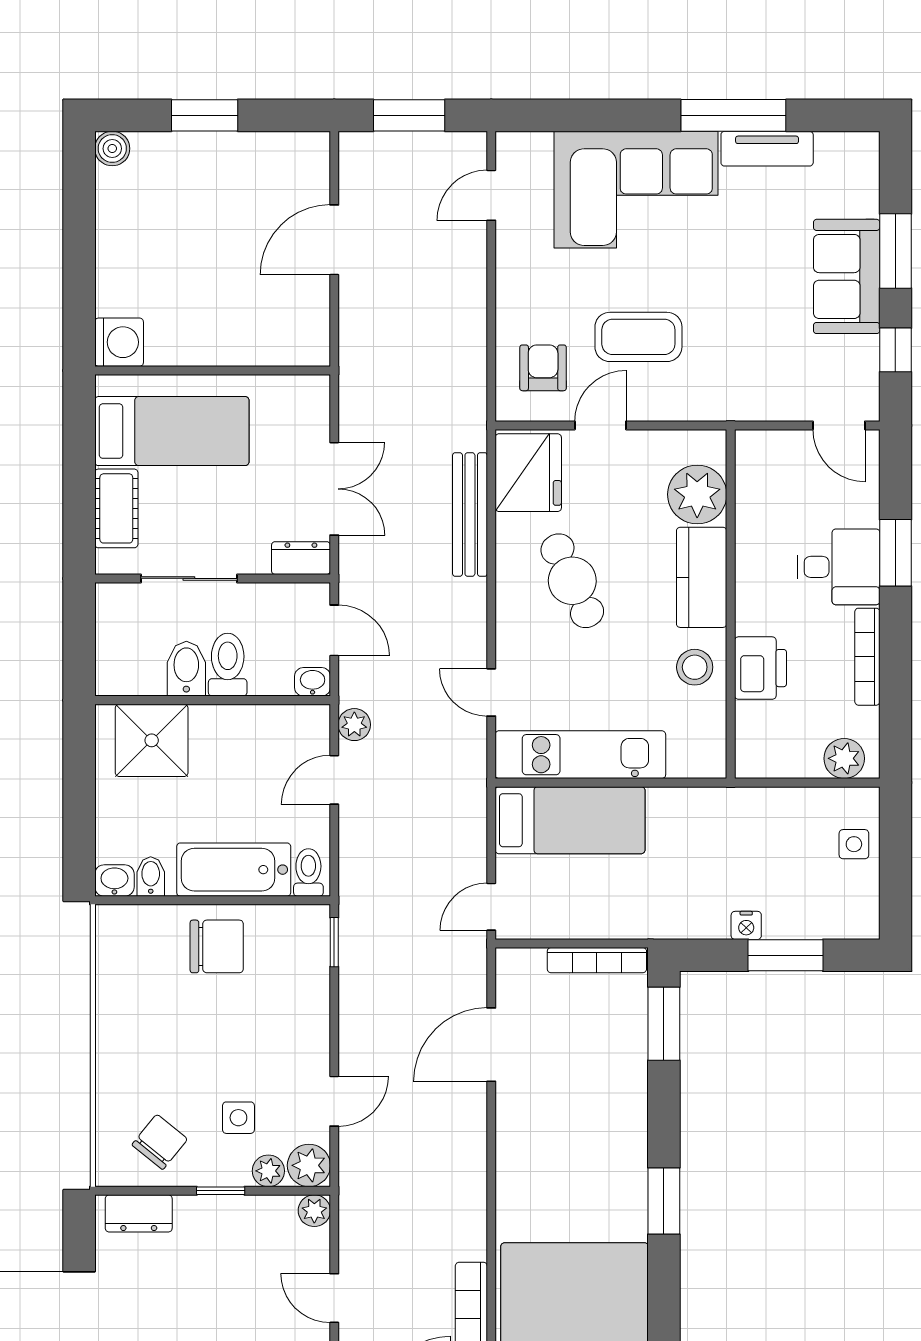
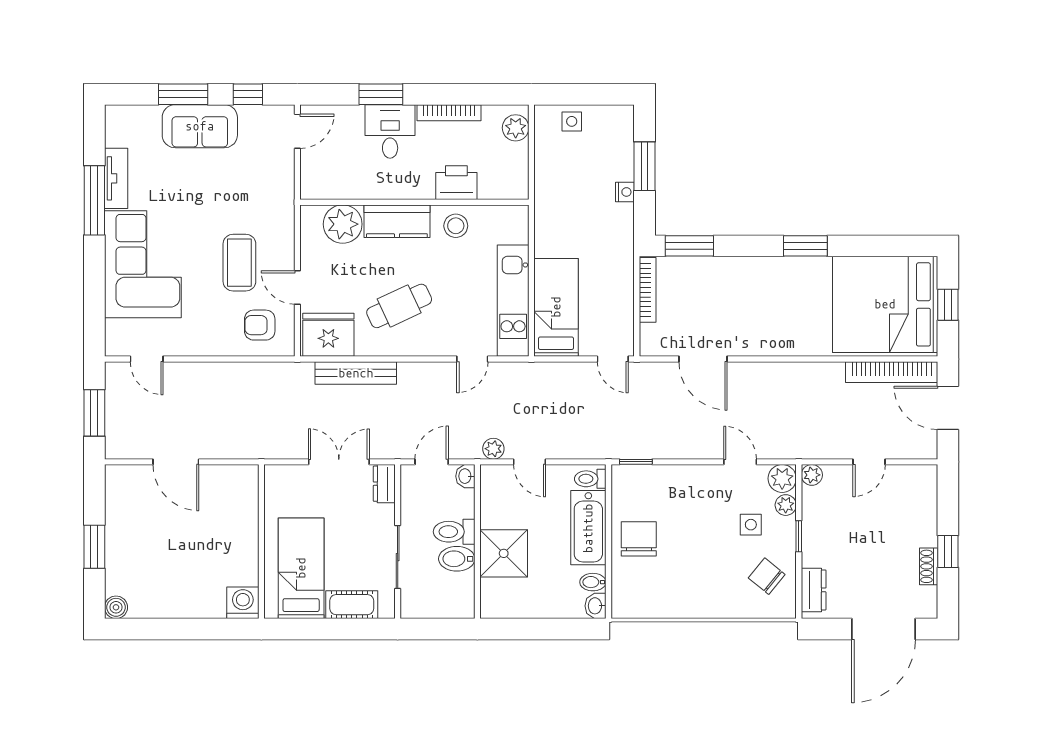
shower: (152, 740) -> (504, 553), moved

